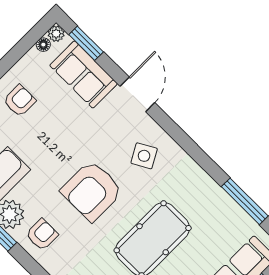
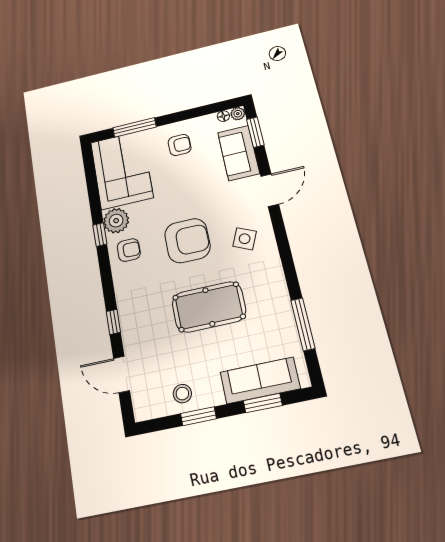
side table: (144, 156) -> (245, 239), turned -37
armchair: (92, 191) -> (187, 241), turned 180

